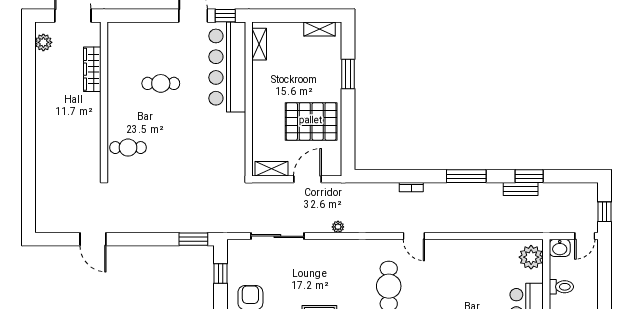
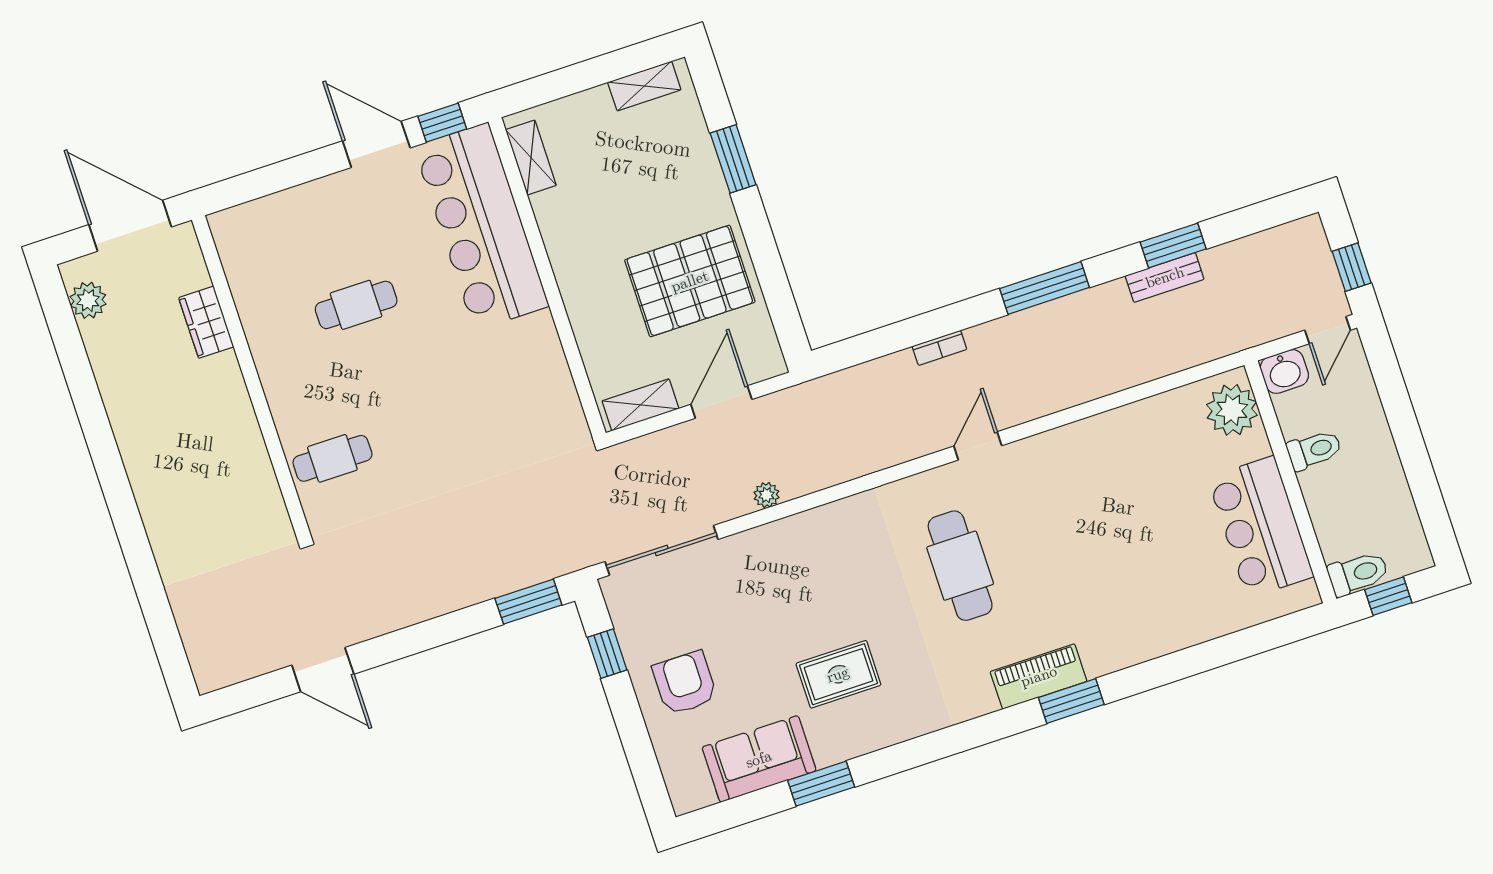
wardrobe: (92, 69) -> (206, 322), width x0.67
plant: (338, 227) -> (766, 495), moved
sliding door: (277, 236) -> (662, 550), moved
door: (414, 236) -> (978, 446), swing flipped

